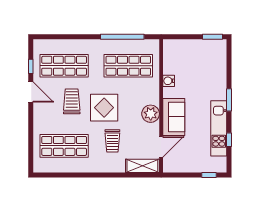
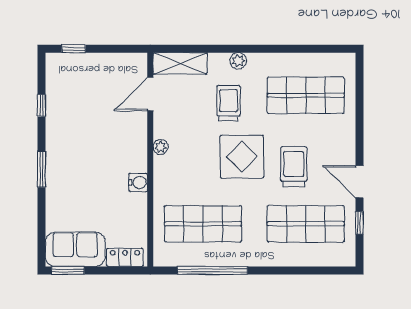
locker: (177, 45) -> (125, 257), added
water cooler: (169, 81) -> (138, 182), moved
trolley: (72, 101) -> (294, 167), turned 180
plant: (151, 114) -> (161, 147), width x0.53, depth x0.53
sofa: (174, 117) -> (75, 249), moved, turned 90
kitchen unit: (219, 128) -> (58, 123), removed
plant: (106, 167) -> (238, 61), added

